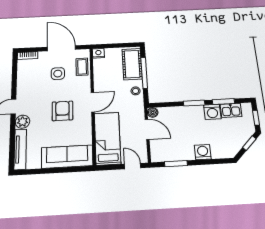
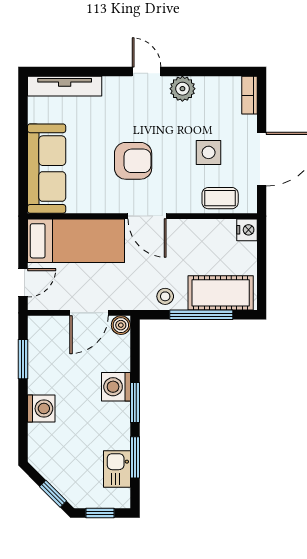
washing machine: (212, 112) -> (116, 387), moved
plant: (23, 122) -> (182, 89), moved

